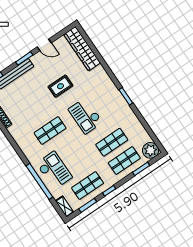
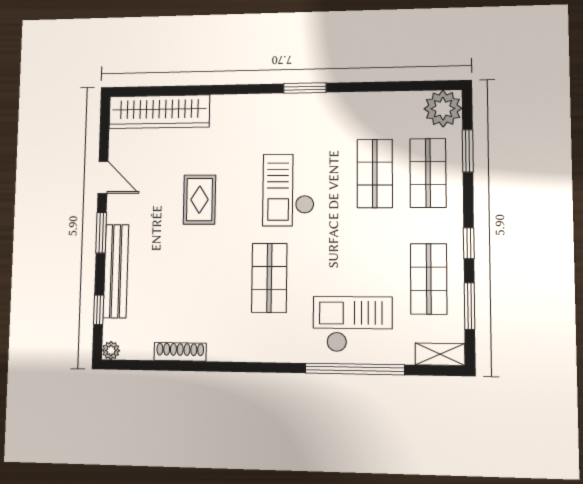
door: (44, 45) -> (103, 178), hinge flipped
checkout: (85, 116) -> (288, 190), turned 90

